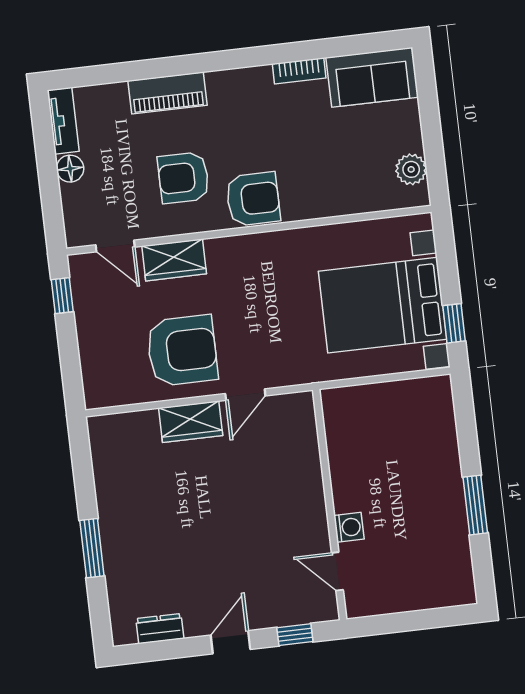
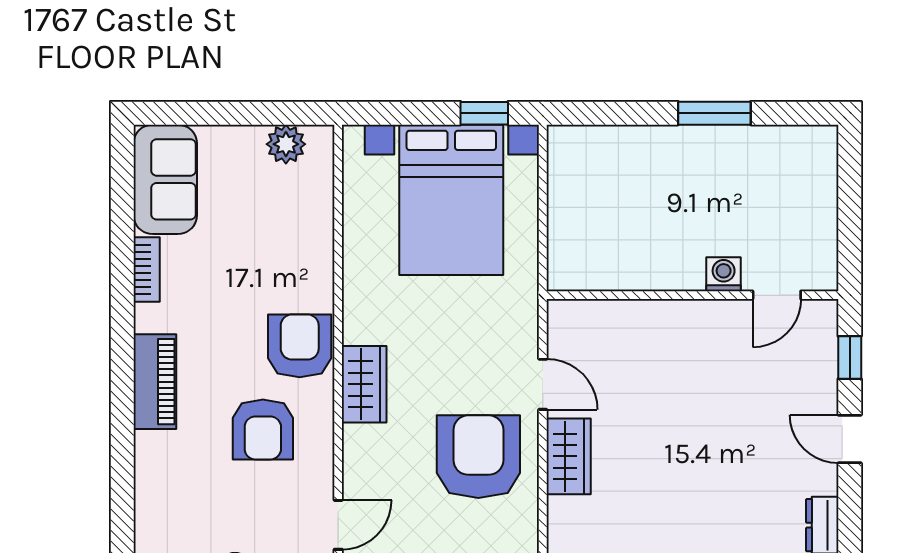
piano: (167, 93) -> (155, 382), moved
wardrobe: (174, 260) -> (364, 384), moved

